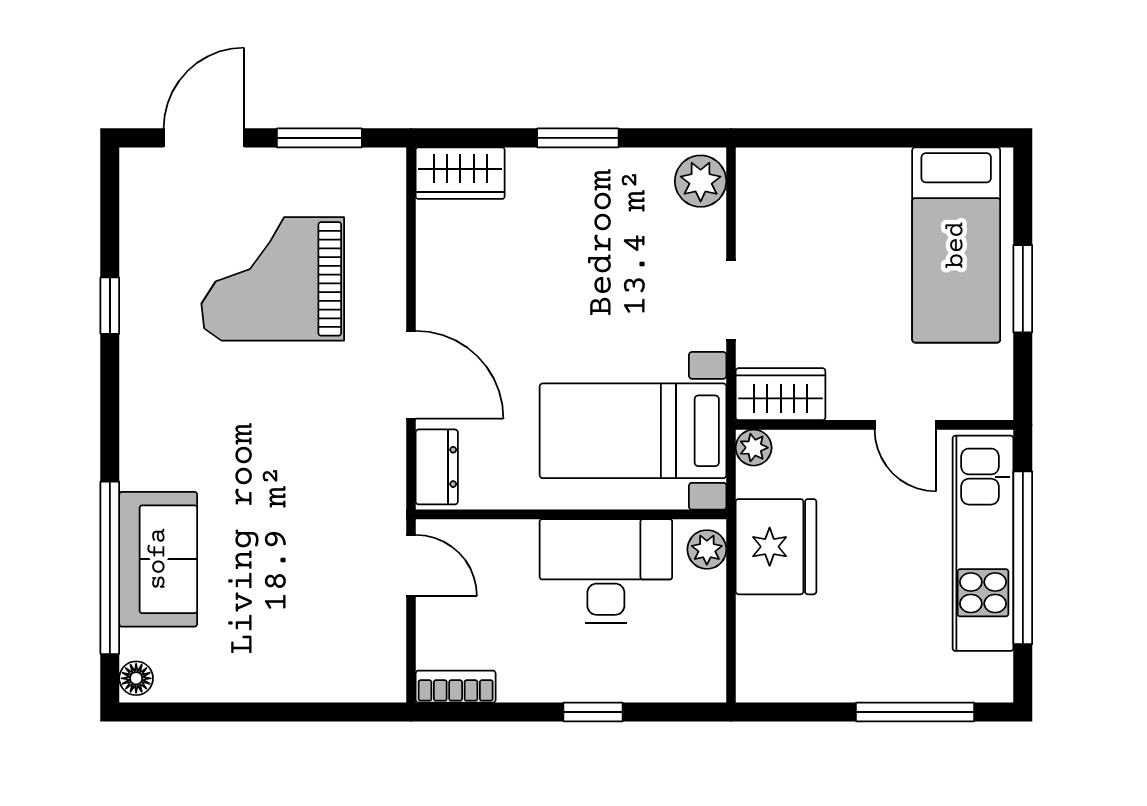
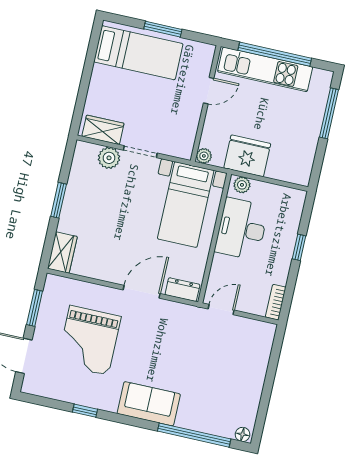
plant: (701, 181) -> (109, 158), moved
wardrobe: (781, 394) -> (103, 130), moved, turned 90
sofa: (158, 559) -> (149, 404), moved

